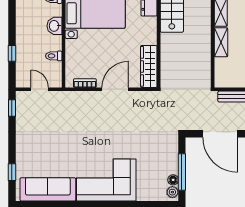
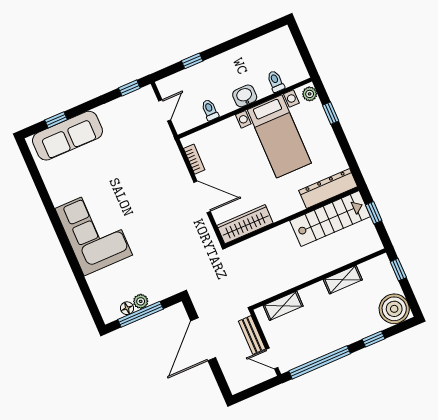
shelving: (221, 42) -> (283, 306), moved
sofa: (48, 189) -> (67, 136), moved, turned 90
plant: (172, 192) -> (141, 301), moved

